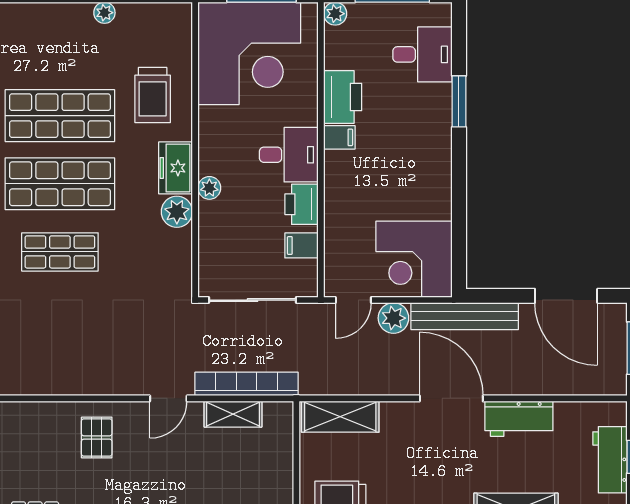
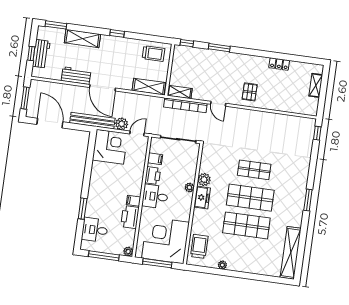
trolley: (153, 95) -> (199, 246), moved
door: (168, 398) -> (218, 104), swing flipped
shelving: (233, 414) -> (180, 92), moved

